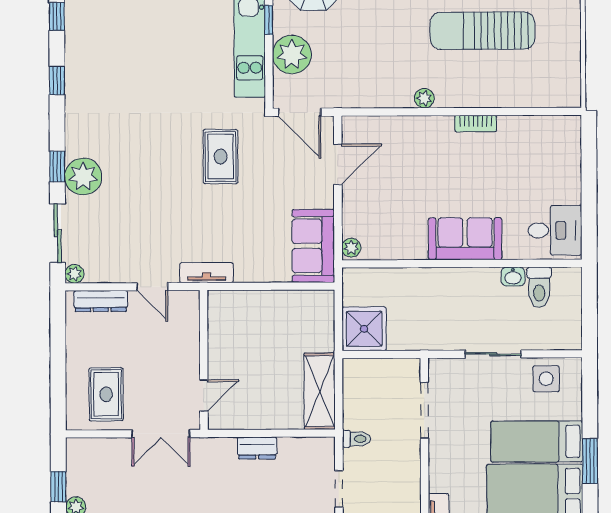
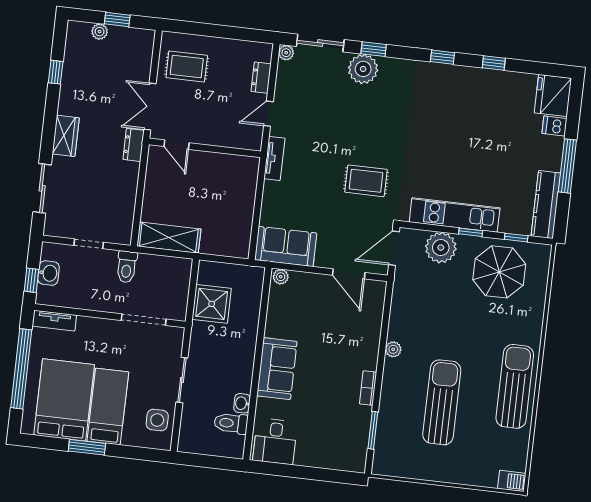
window: (527, 111) -> (373, 430), added
dresser: (101, 301) -> (261, 78), width x0.70
shower: (364, 329) -> (212, 304), moved
toilet: (356, 439) -> (127, 267), width x1.37, depth x1.39
dresser: (257, 448) -> (134, 145), moved

